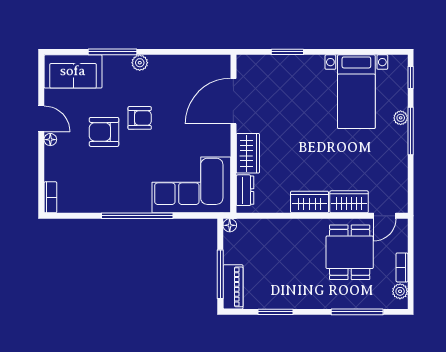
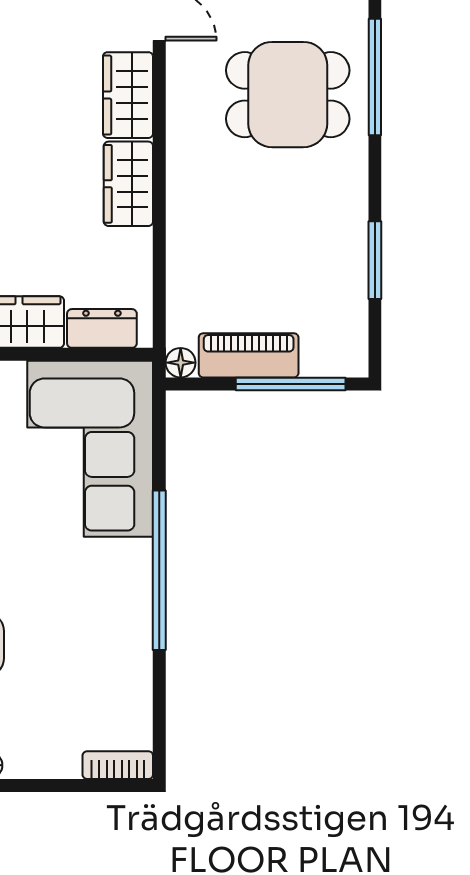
dining table: (350, 252) -> (288, 95), moved
piano: (233, 287) -> (249, 355), moved

